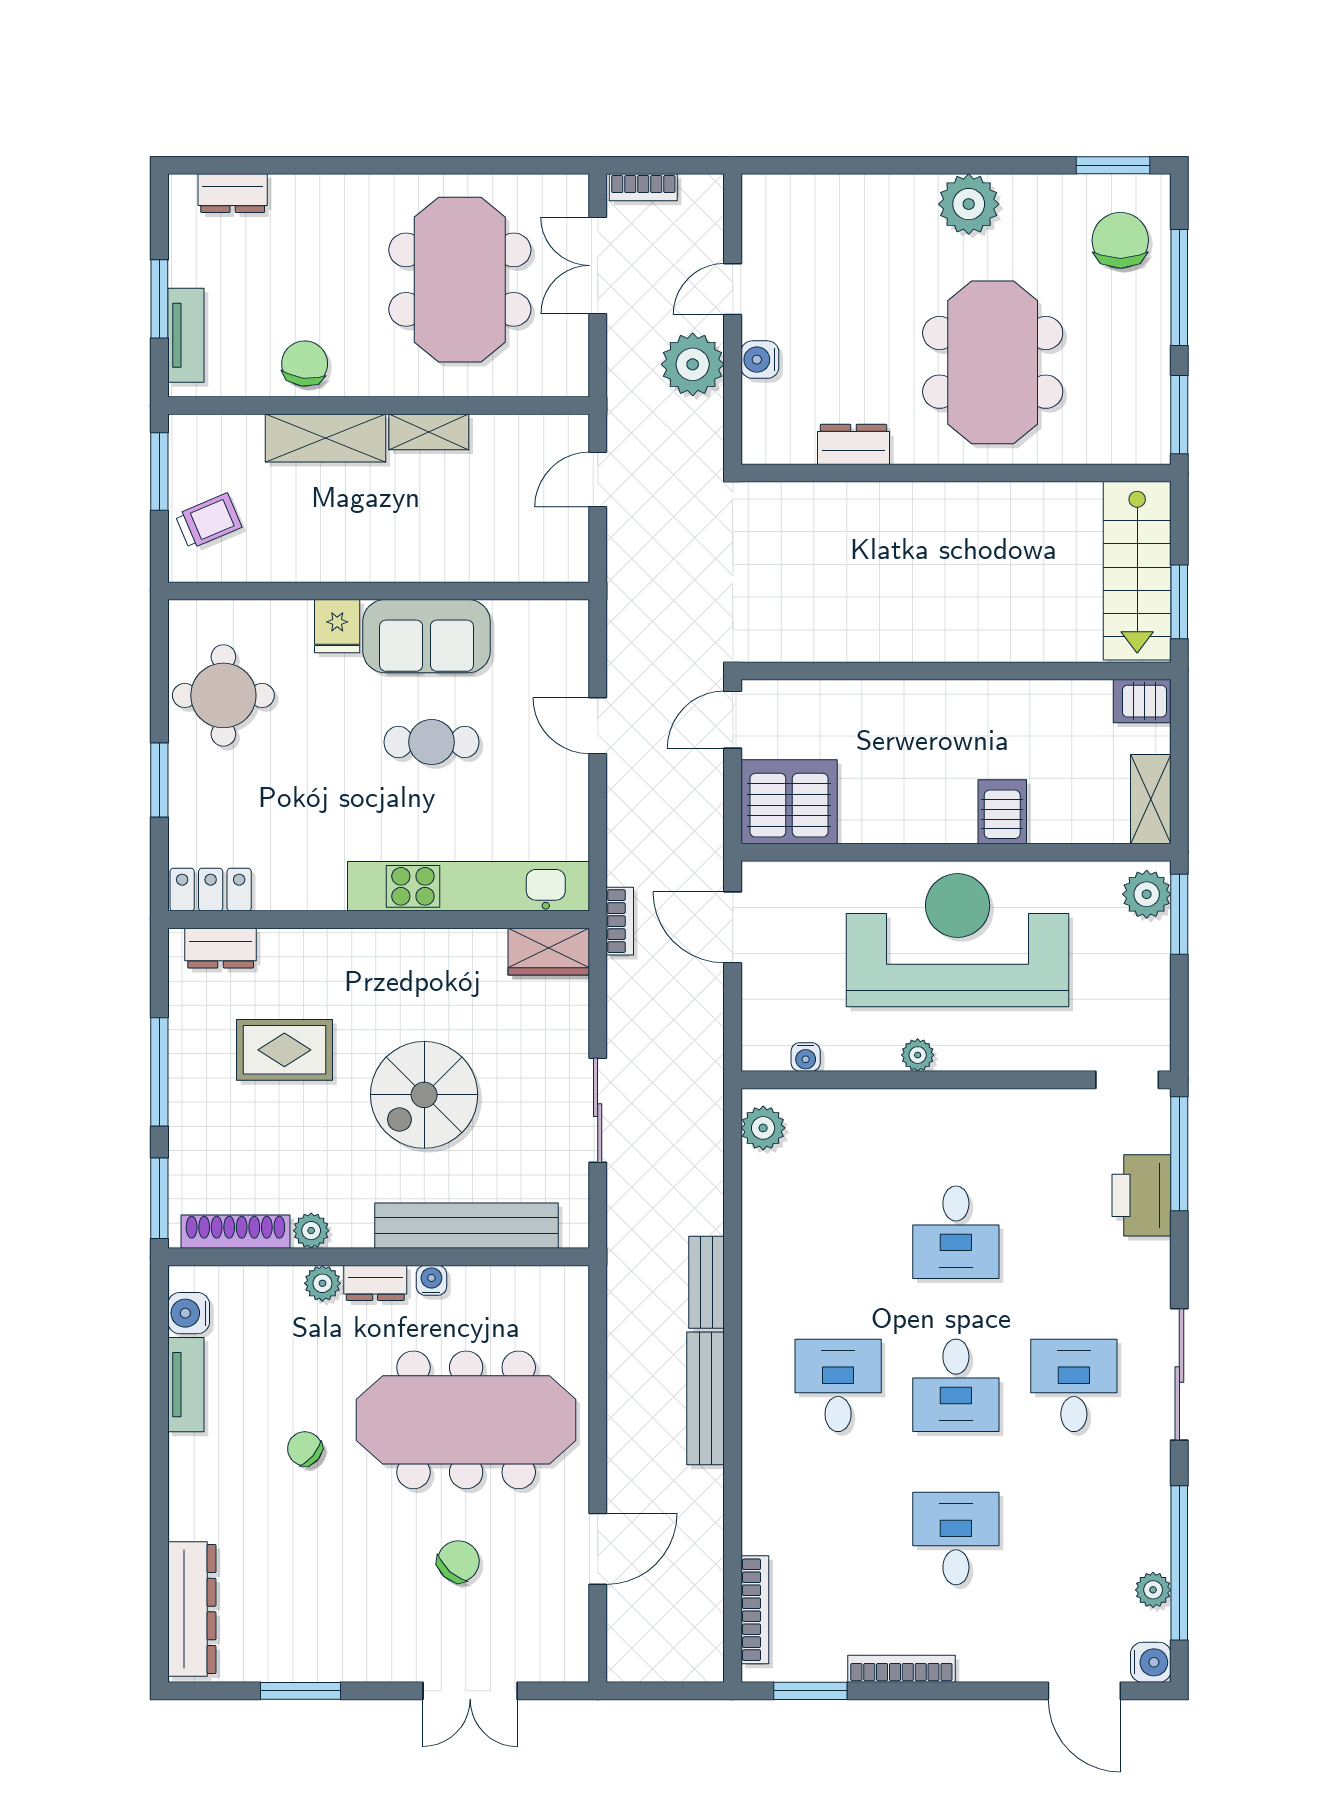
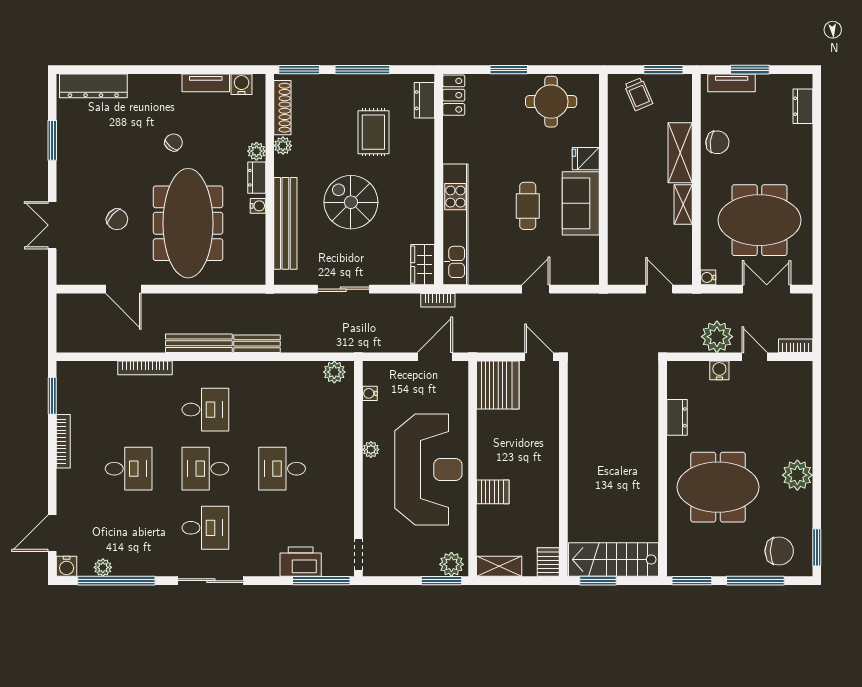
bookcase: (643, 187) -> (796, 346), moved, turned 90
water cooler: (574, 382) -> (708, 277), added
bookcase: (755, 1610) -> (145, 368), moved

